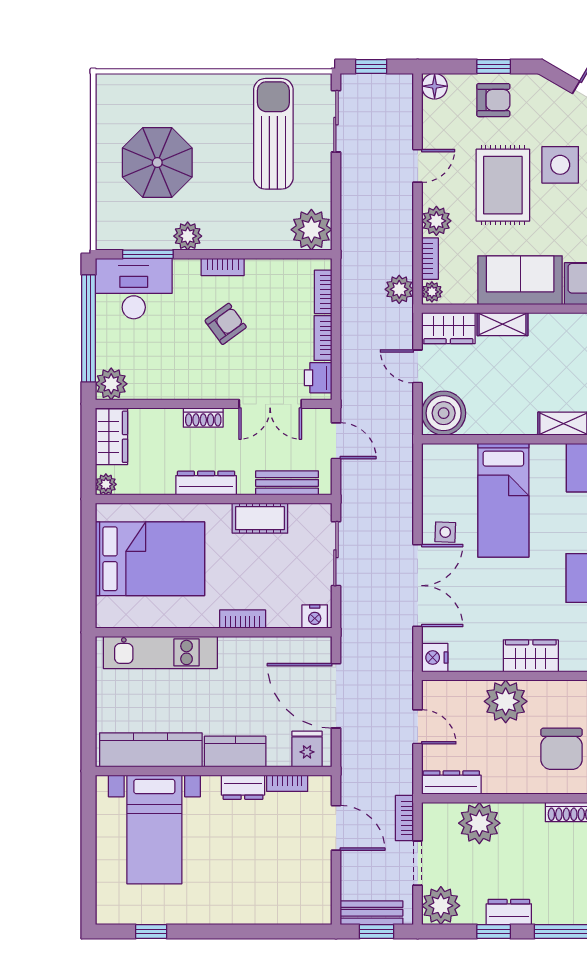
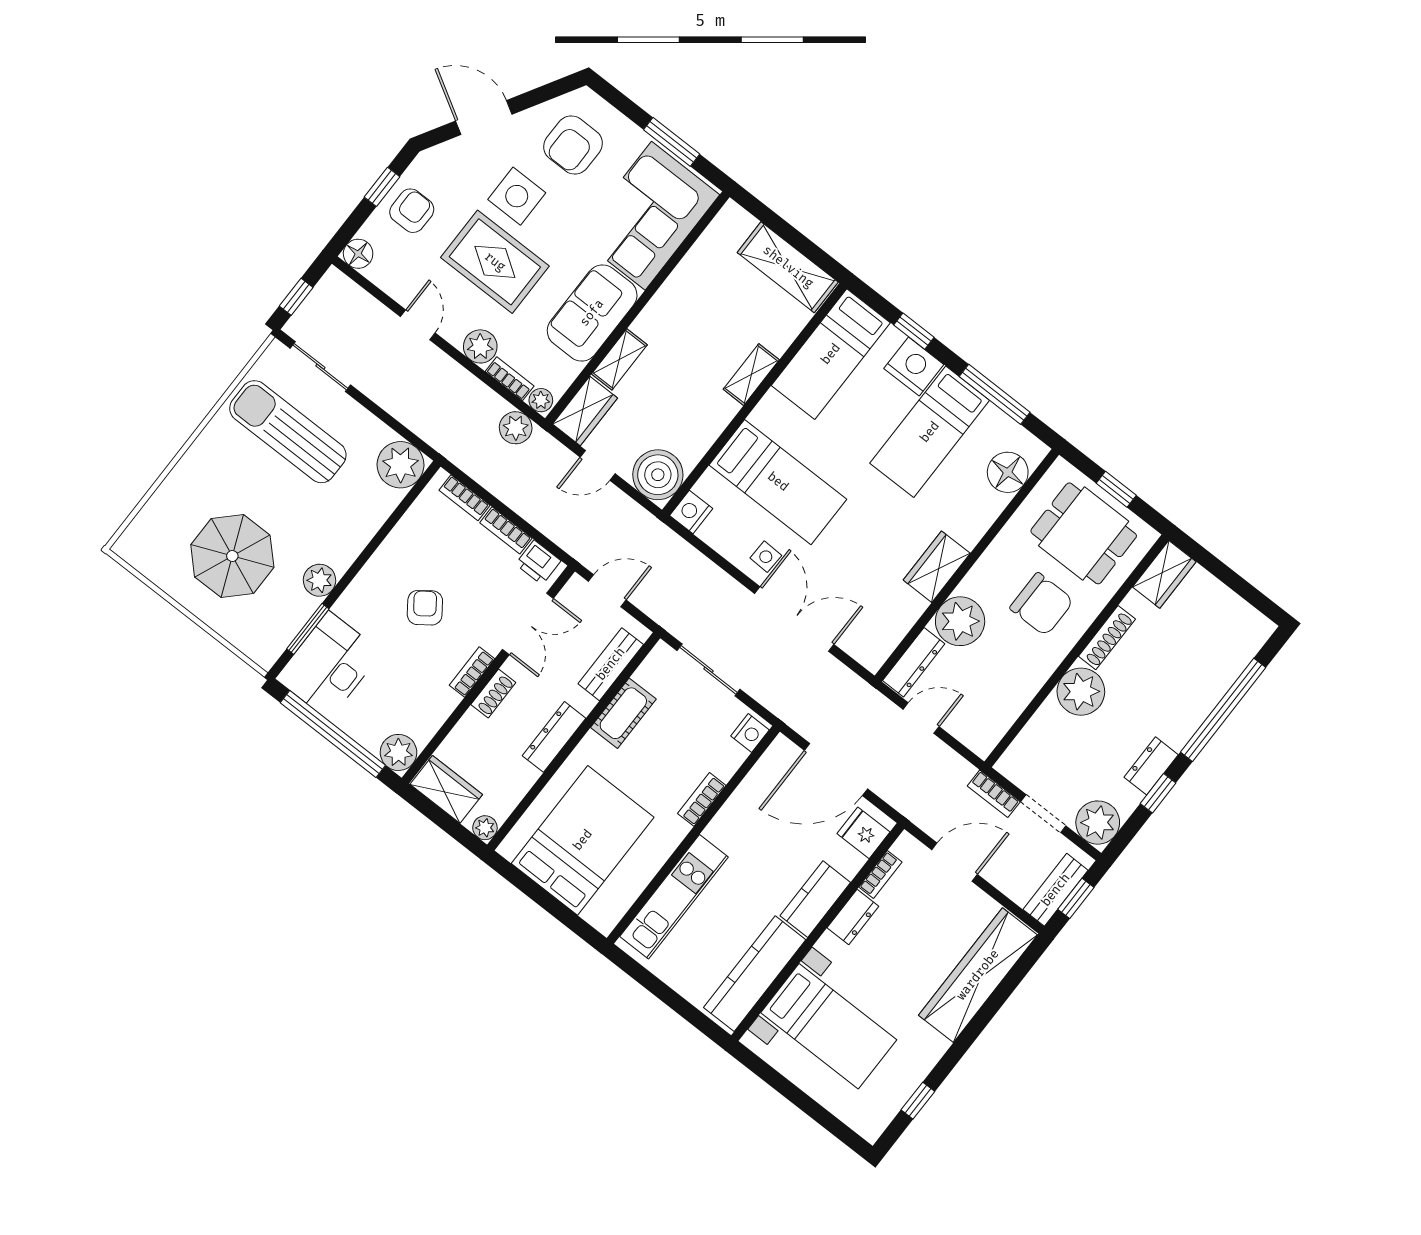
bookcase: (223, 267) -> (472, 672), moved, turned 180
nightstand: (435, 658) -> (691, 512), moved, turned 90
dresser: (451, 783) -> (914, 662), moved, turned 180
plant: (479, 823) -> (1081, 692), moved
wardrobe: (270, 905) -> (978, 975), added

